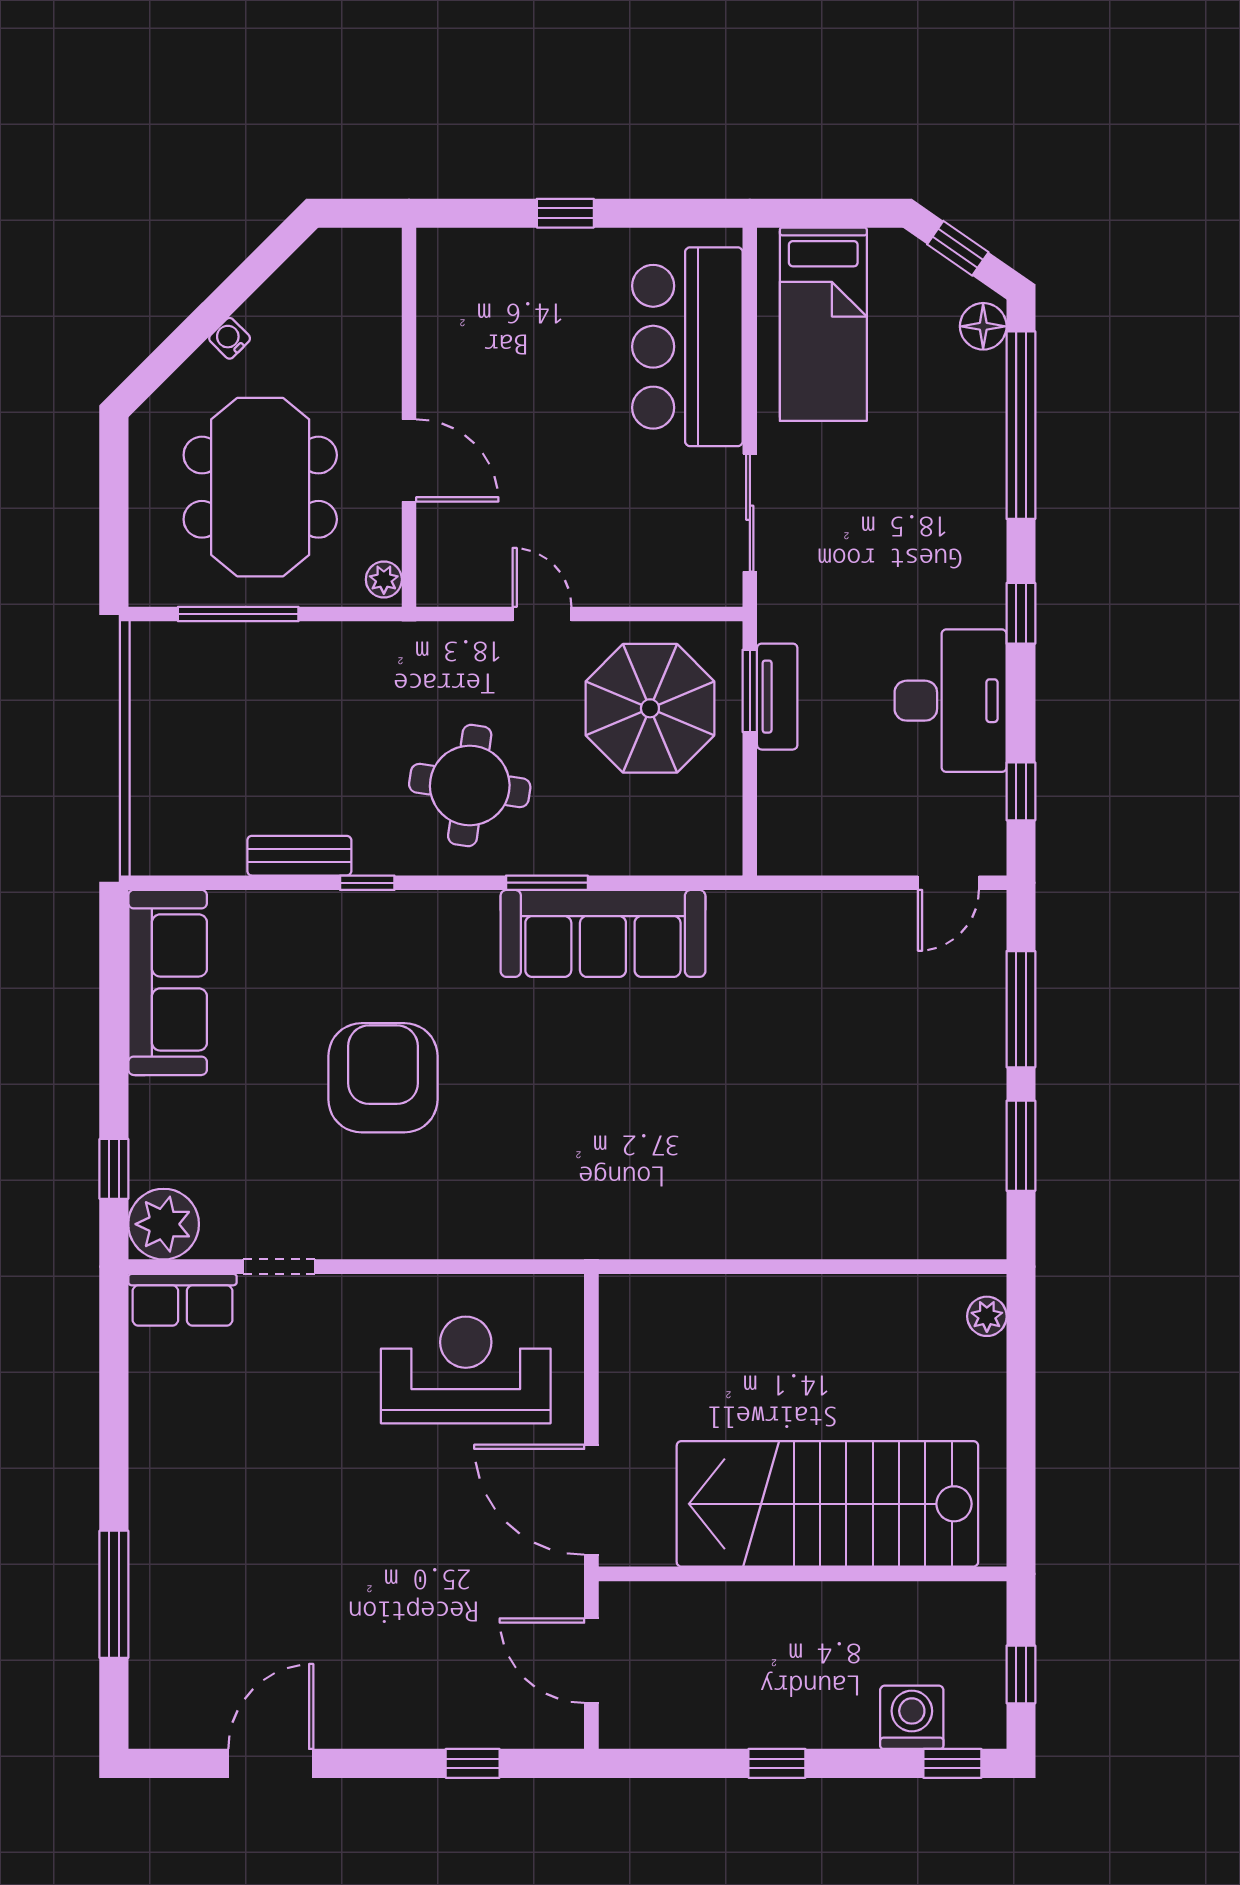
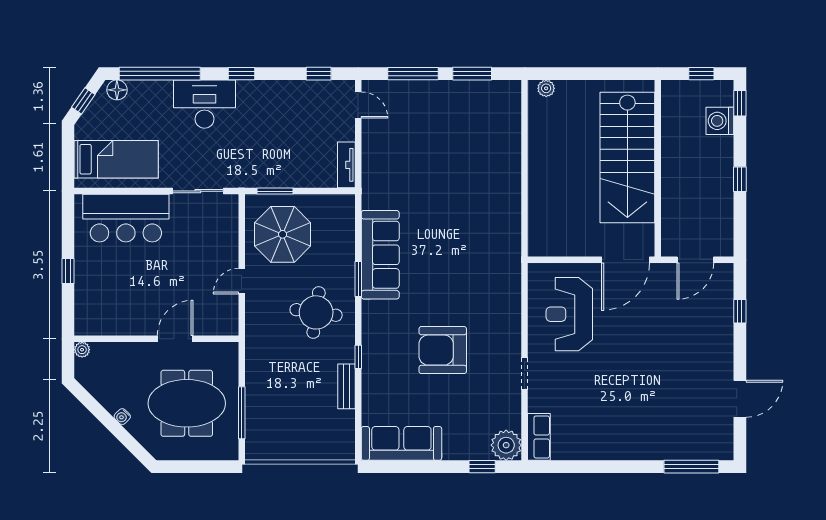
plant: (384, 580) -> (82, 350), moved
tv unit: (777, 697) -> (346, 165), moved, turned -90
desk: (951, 701) -> (204, 104), moved
doorway: (279, 1267) -> (525, 373), moved
window: (114, 1594) -> (691, 467), moved
door: (271, 1763) -> (740, 399), swing flipped

